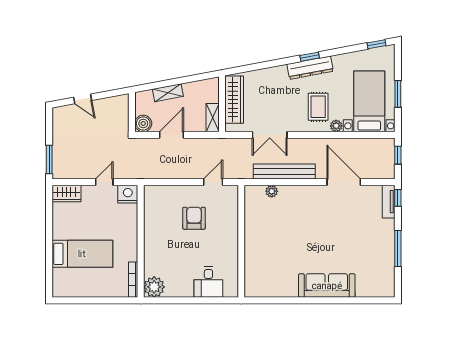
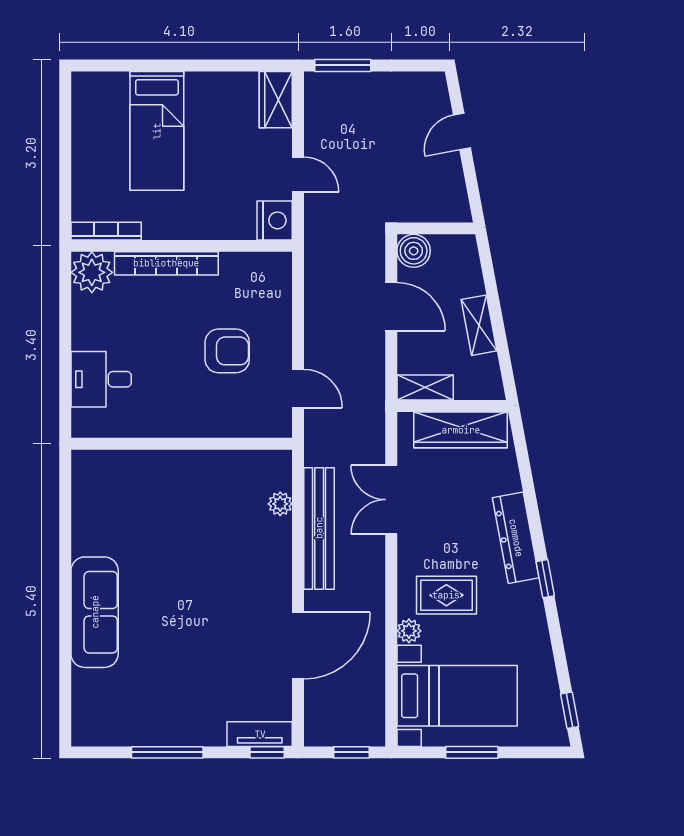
dresser: (310, 68) -> (516, 538), moved
shelving: (168, 93) -> (479, 325), moved
bookcase: (150, 249) -> (166, 263), added

